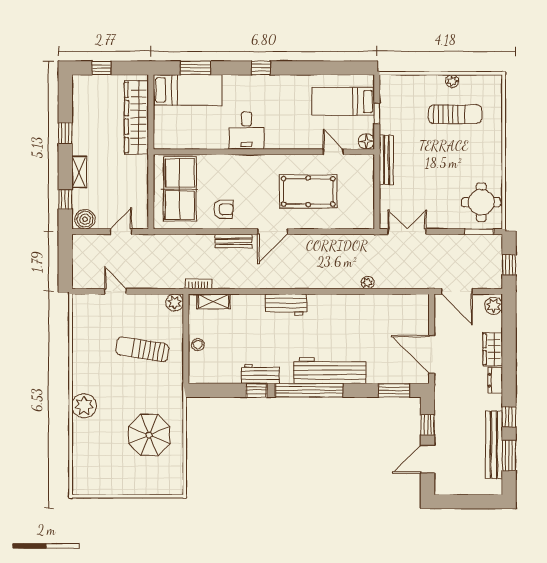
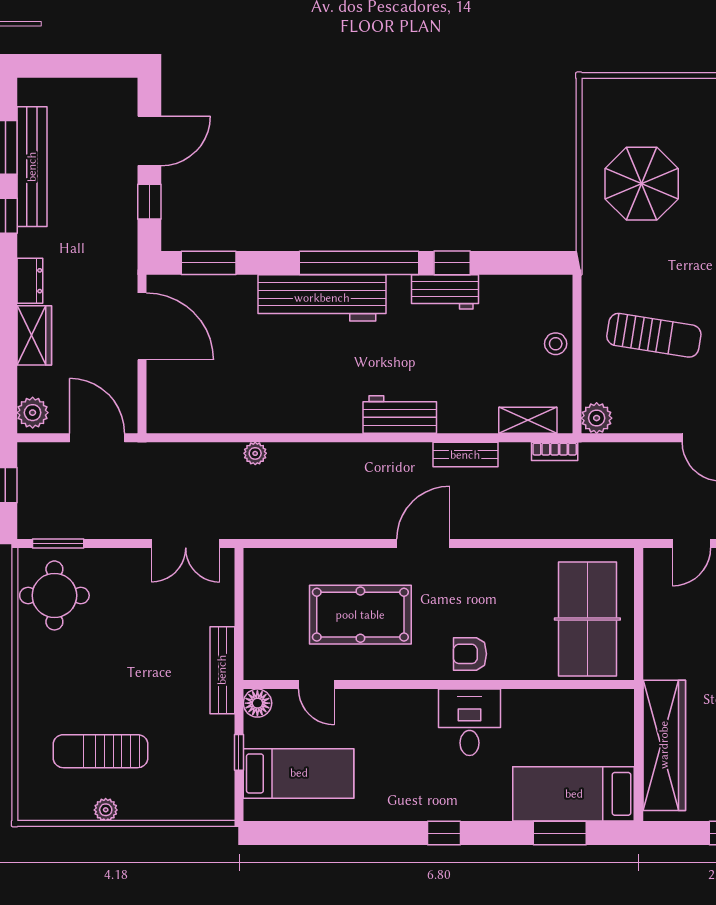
armchair: (223, 209) -> (470, 654), moved
bench: (233, 241) -> (465, 455), moved

